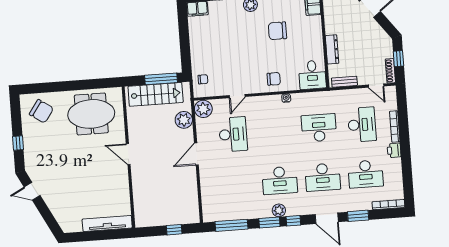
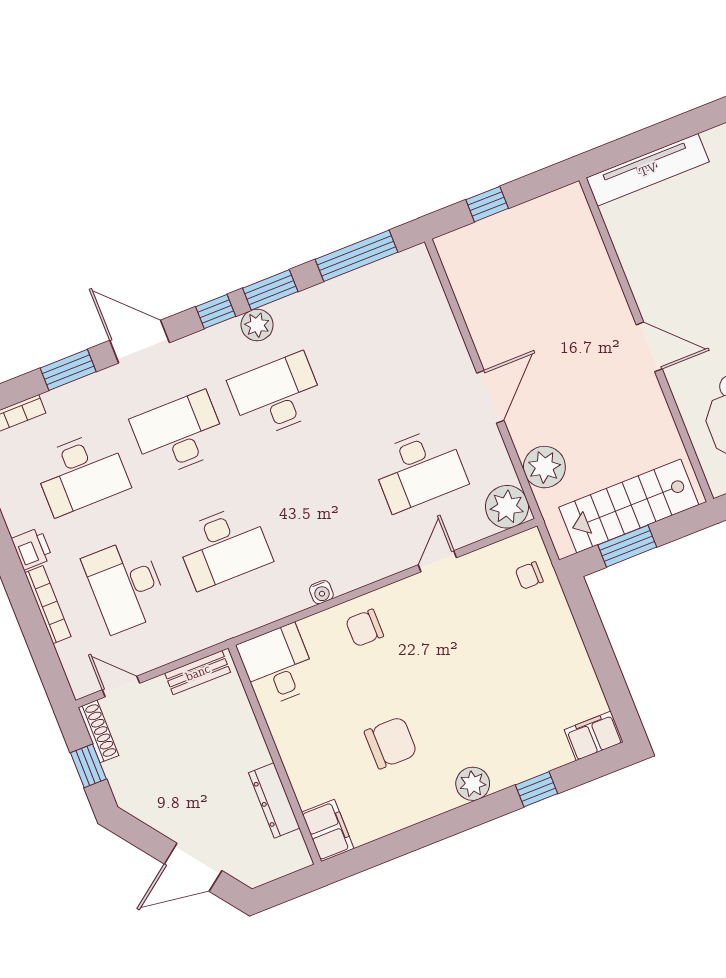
dresser: (332, 49) -> (274, 800), moved
window: (161, 79) -> (627, 546), width x0.69
desk: (233, 134) -> (419, 469), turned -90
desk: (366, 174) -> (81, 473), turned 180

